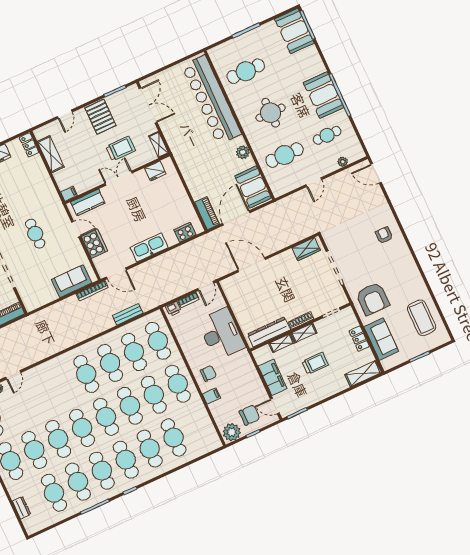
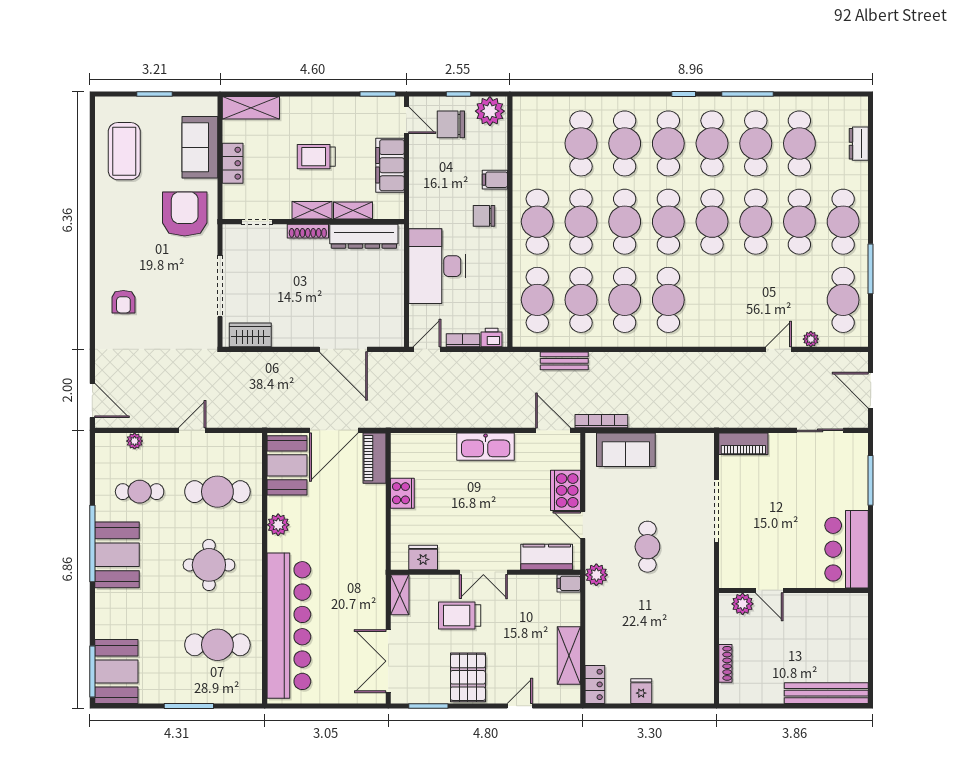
plant: (56, 205) -> (596, 575), added
cooker: (185, 232) -> (402, 493), moved, turned -90

